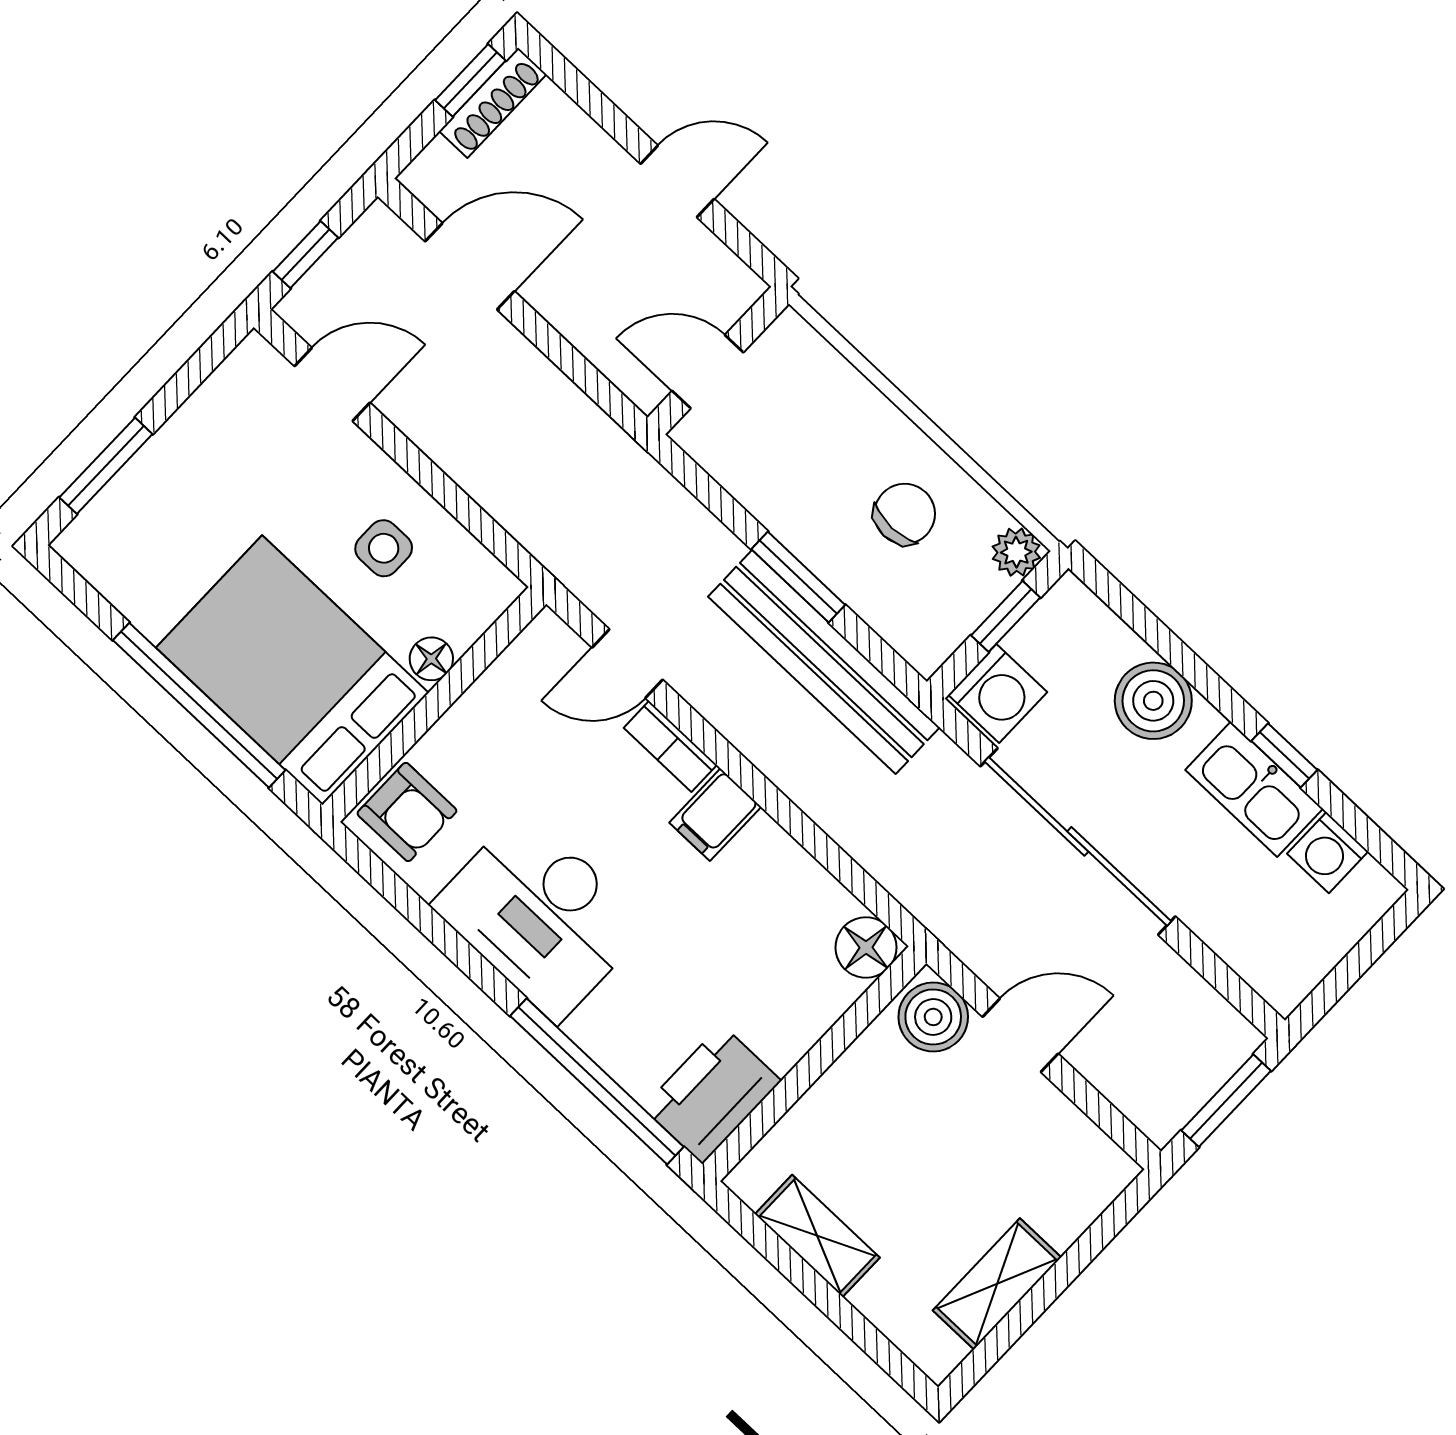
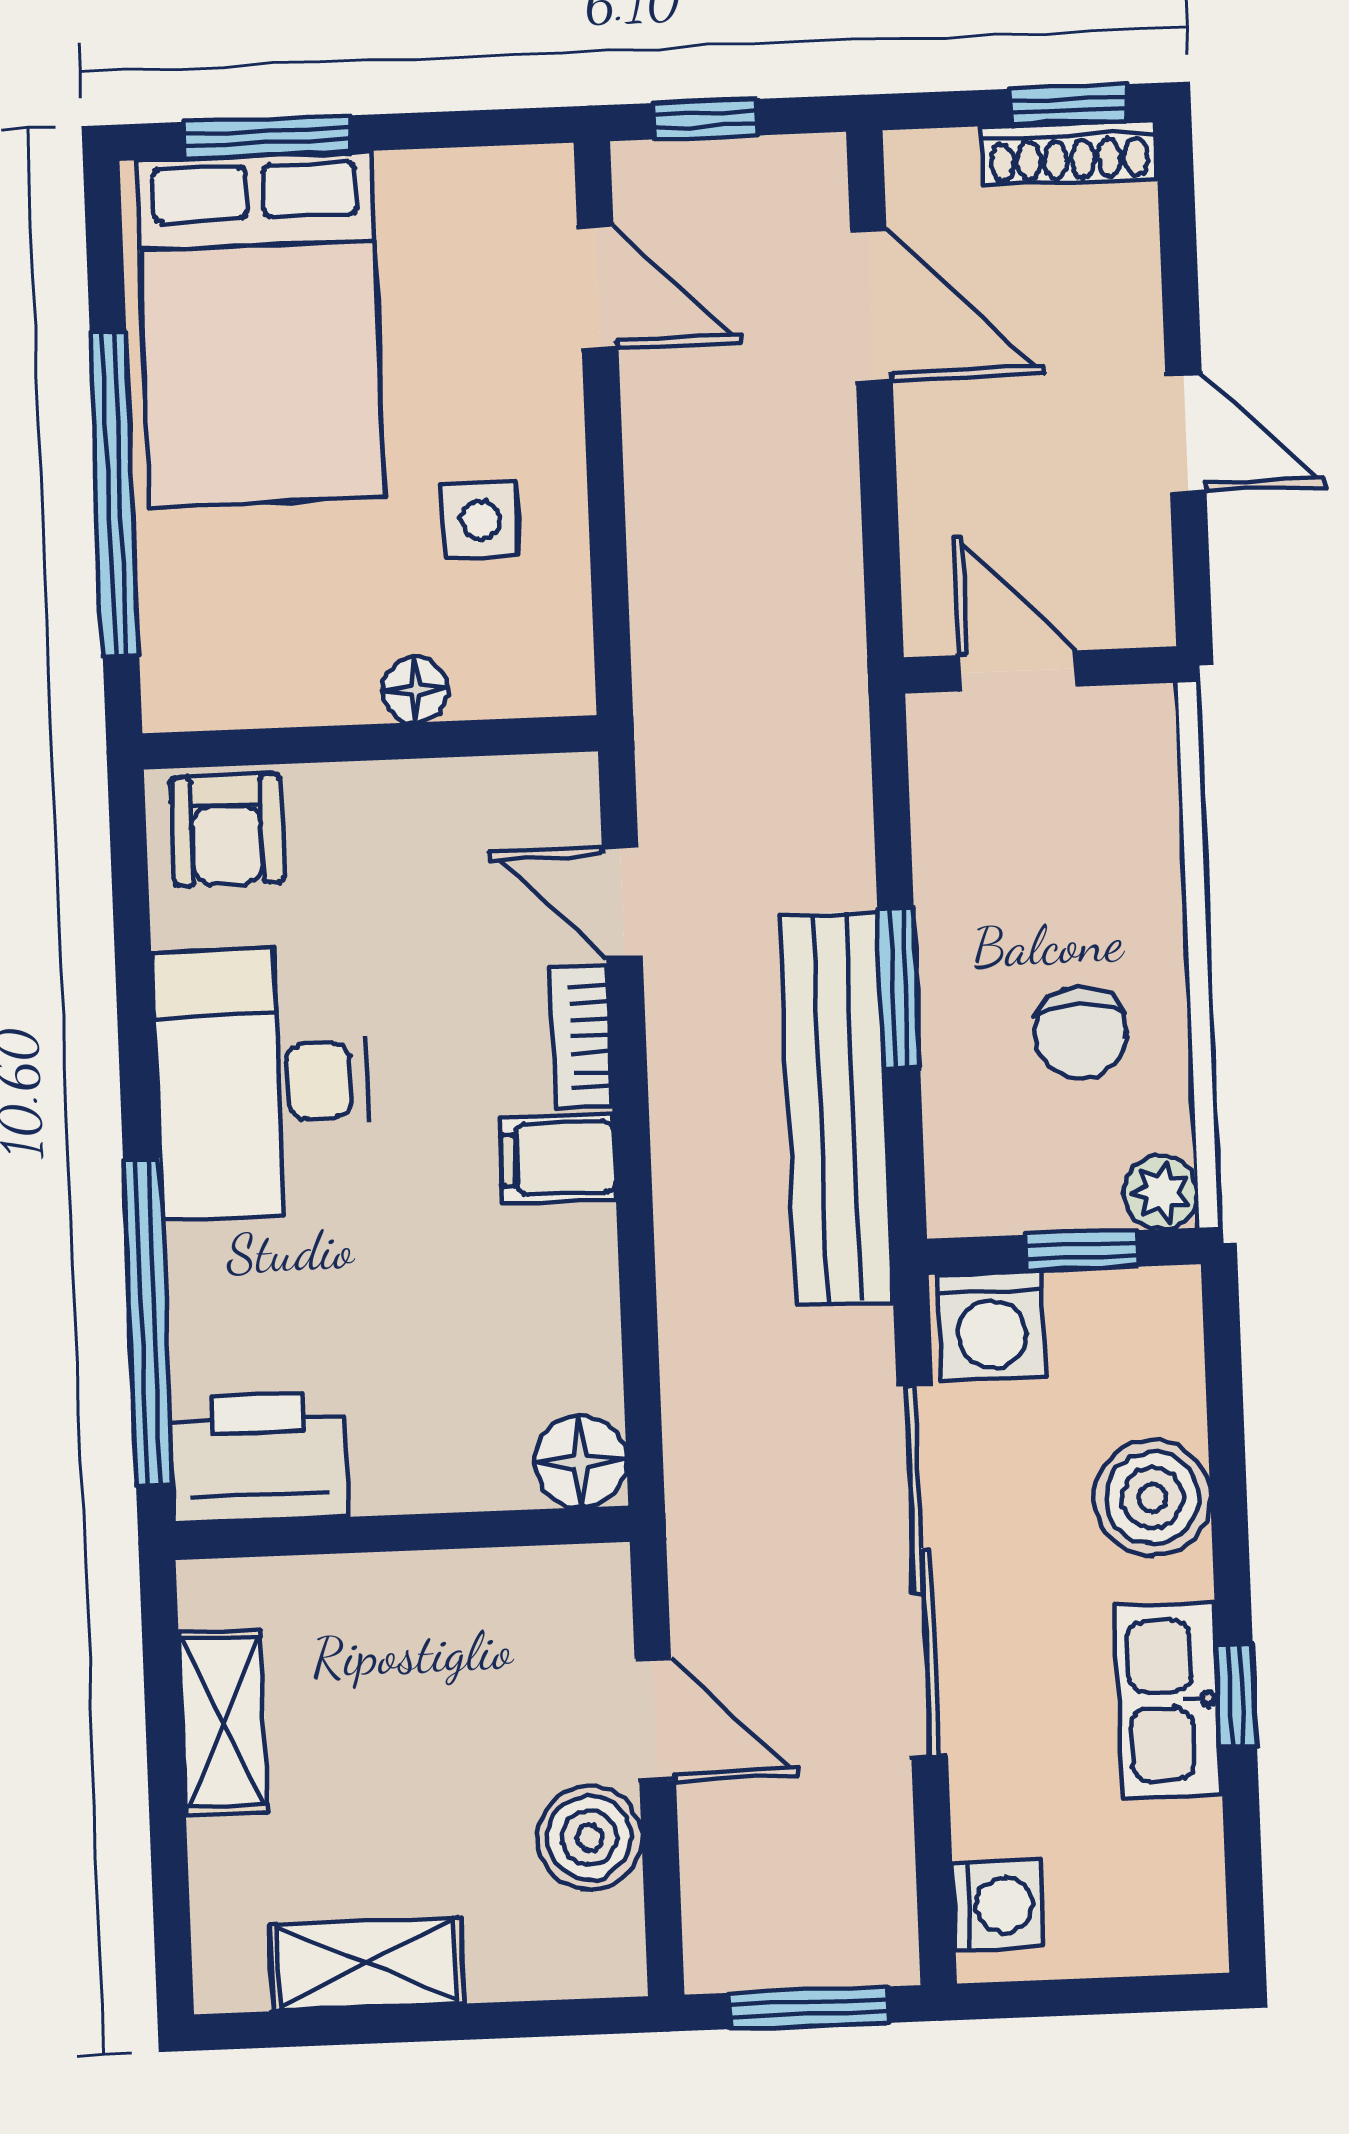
chair: (905, 514) -> (1081, 1033), turned 90
bed: (292, 670) -> (260, 329), moved, turned 180
washing machine: (1328, 853) -> (997, 1905), moved, turned 180
boiler: (933, 1017) -> (589, 1838), moved

